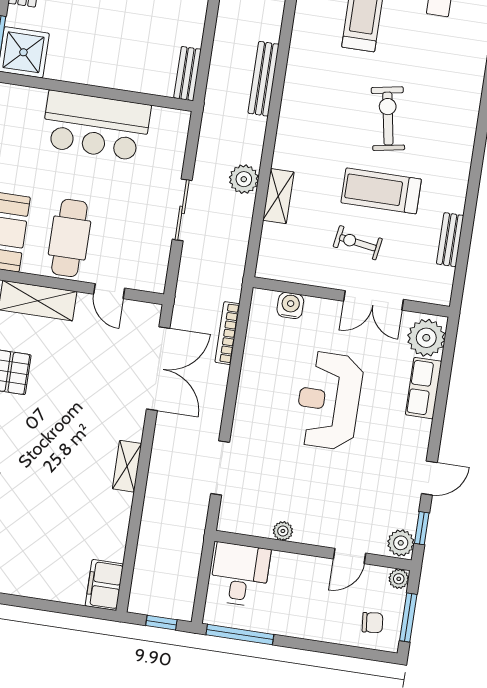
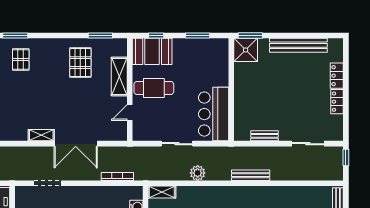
bench: (187, 74) -> (265, 136), moved
bar counter: (96, 126) -> (214, 114), moved
shelving: (278, 196) -> (162, 192), moved
double door: (158, 369) -> (76, 144), moved

